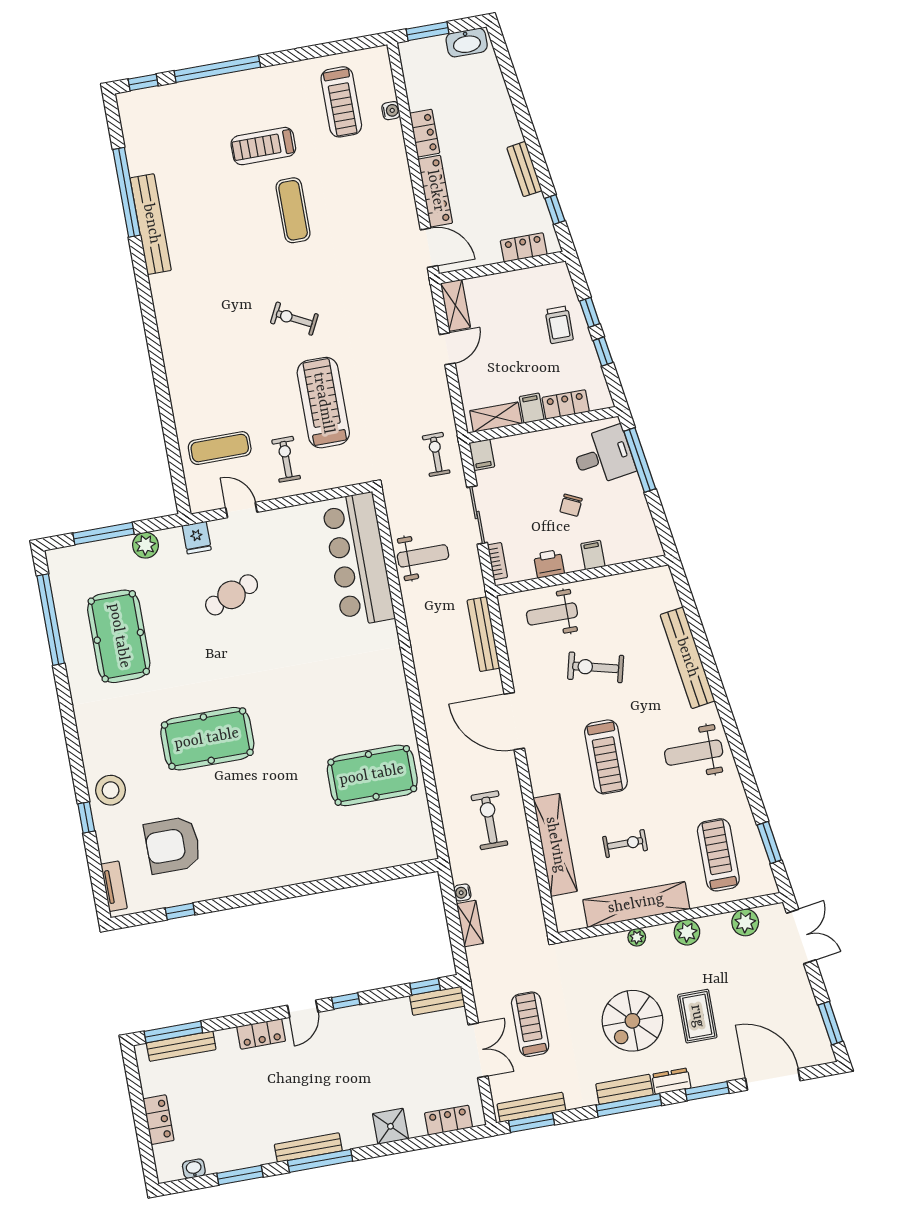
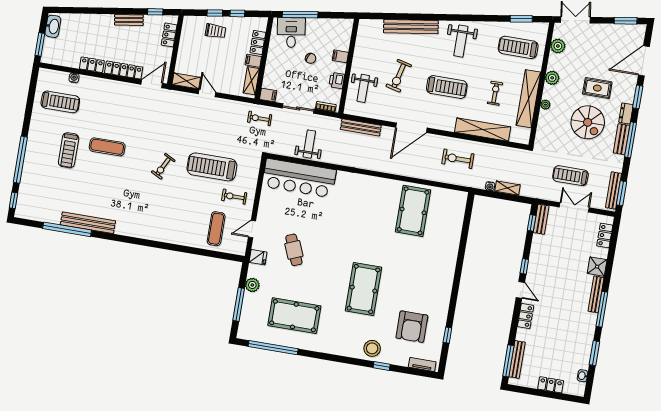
bench: (308, 1148) -> (596, 294), moved

